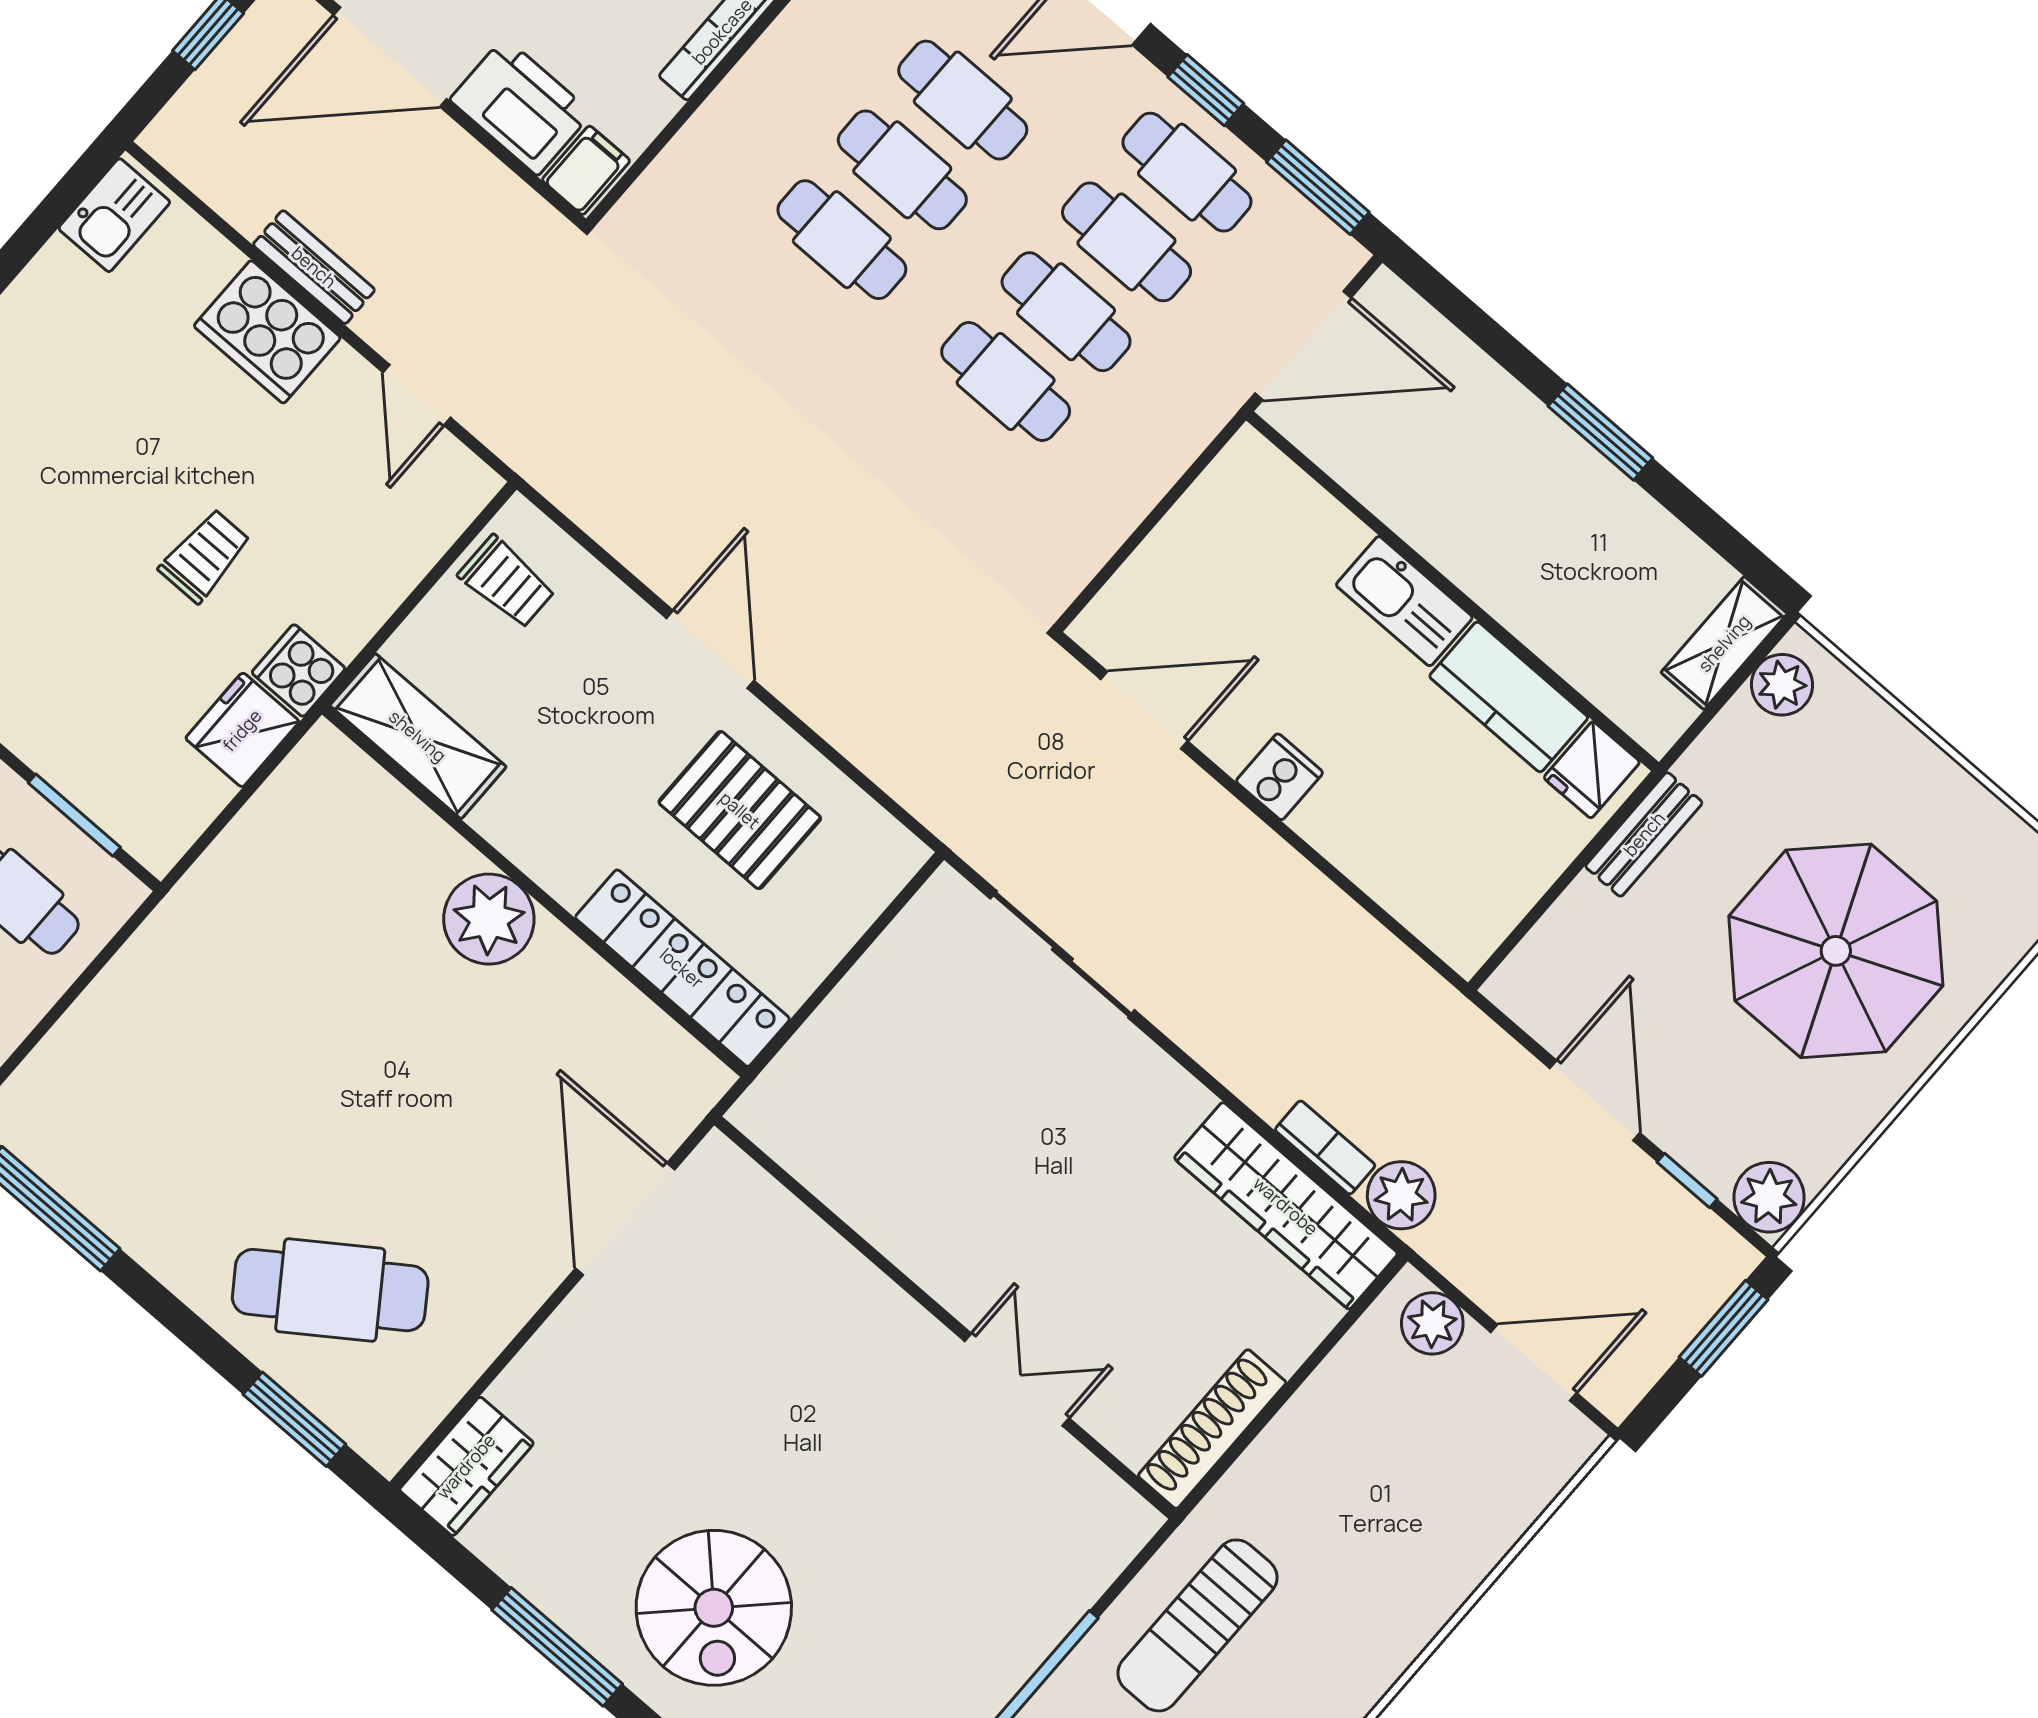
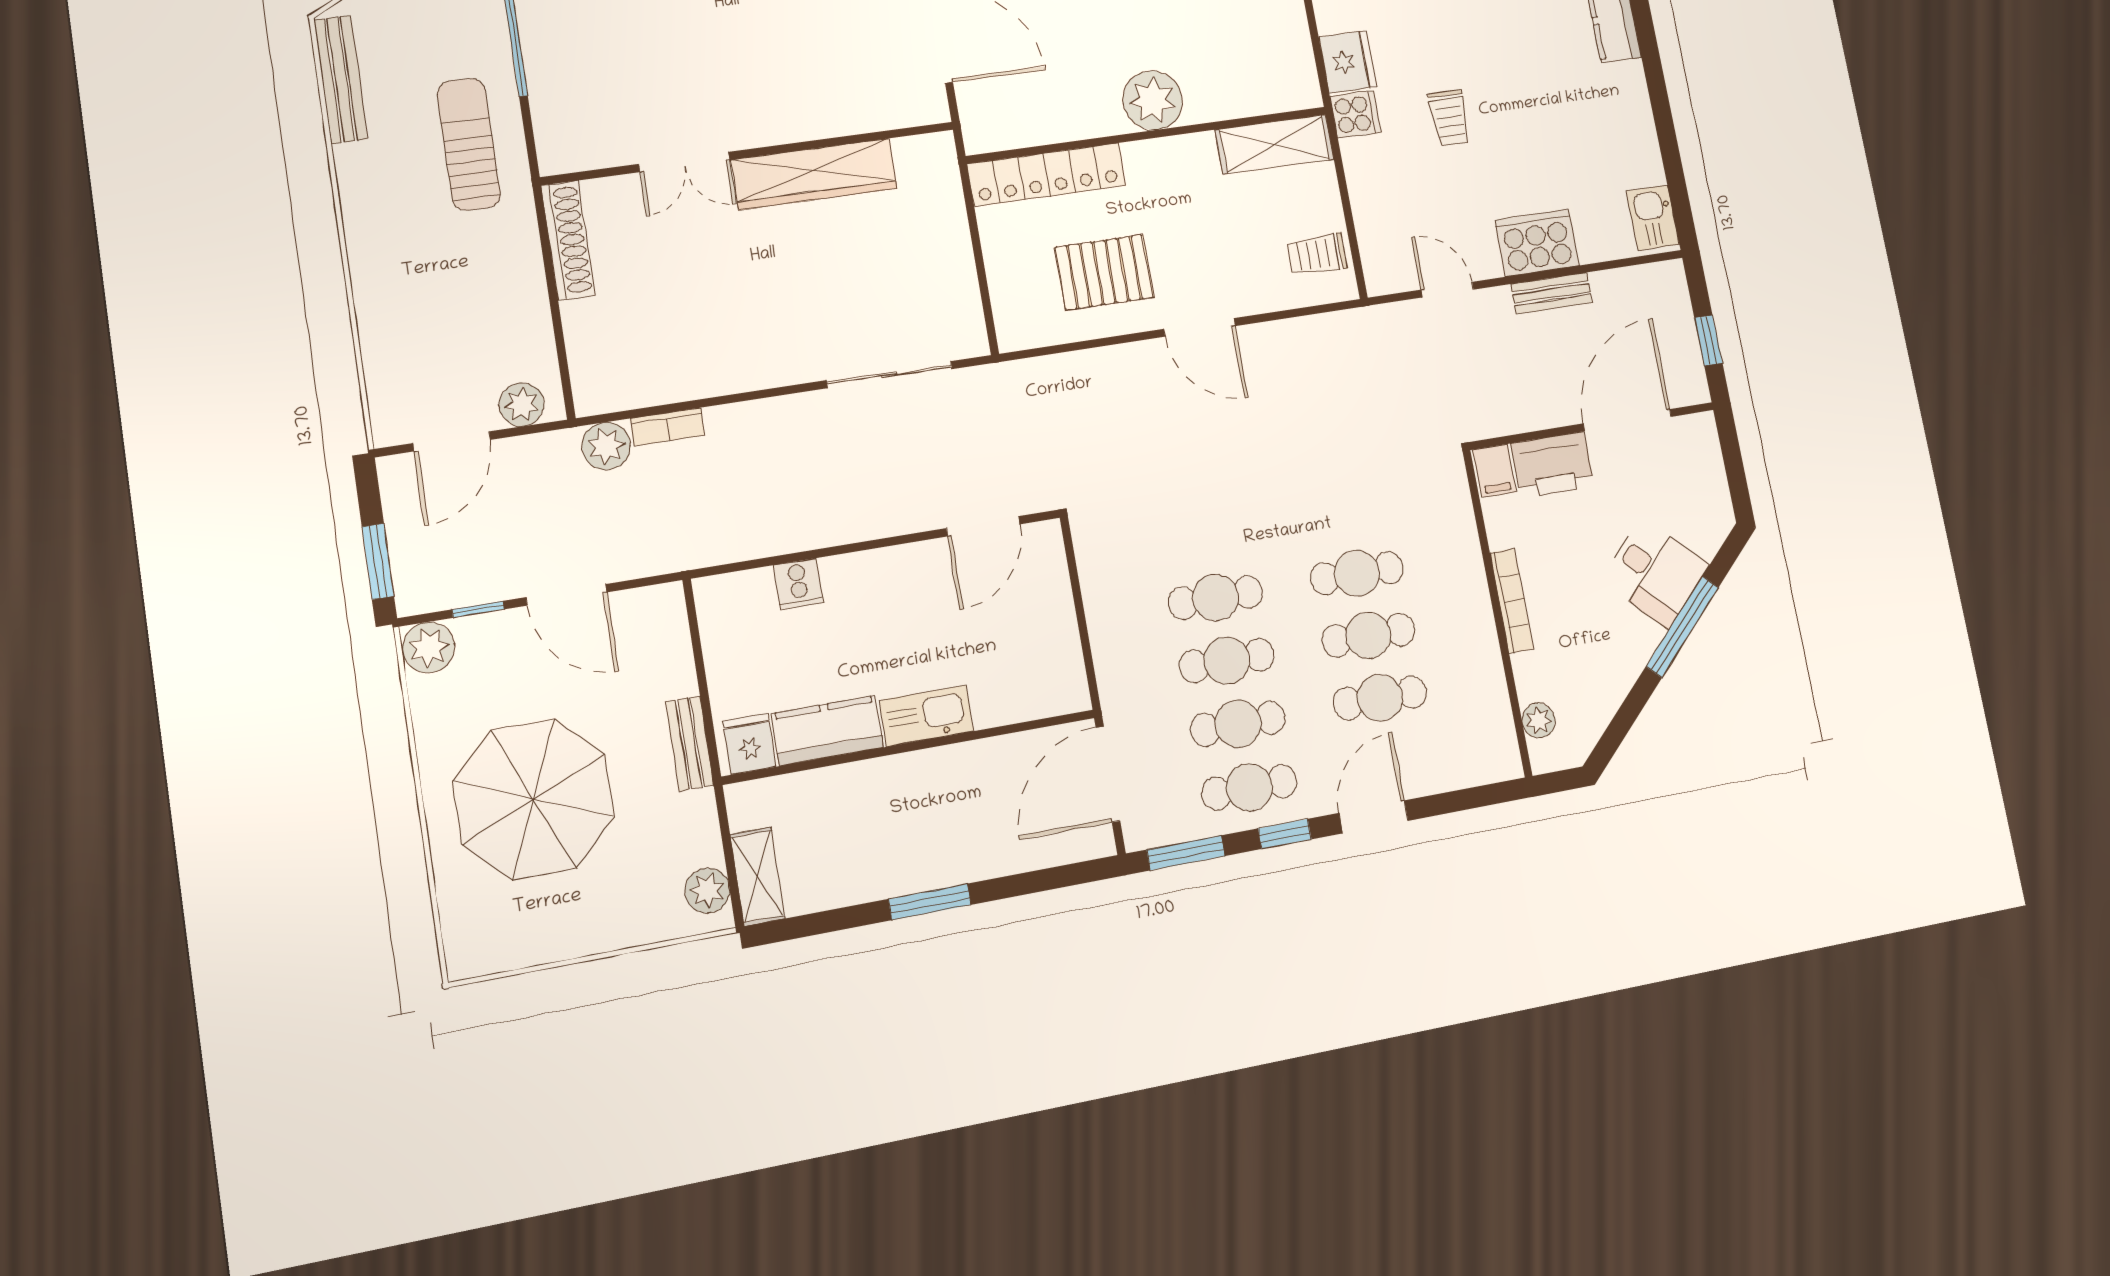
cooker: (1280, 777) -> (798, 584), moved
wardrobe: (1286, 1206) -> (814, 174), moved, turned 180

